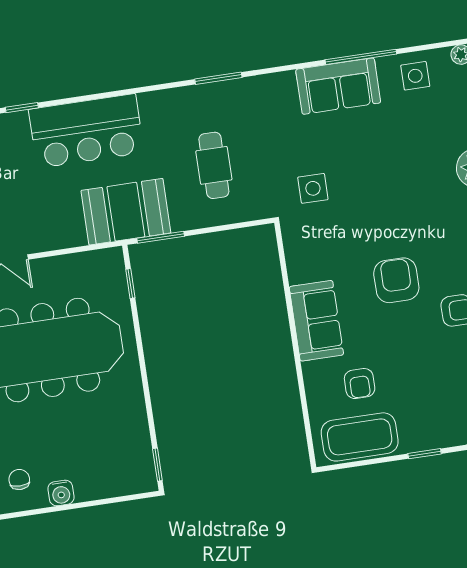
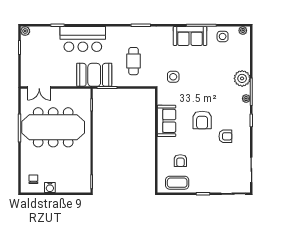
armchair: (396, 280) -> (202, 120), turned 180
sofa: (316, 321) -> (166, 121), moved
coffee table: (360, 437) -> (177, 183), width x0.73, depth x0.76

